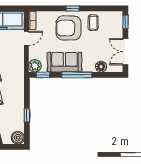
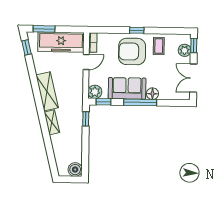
plant: (117, 26) -> (185, 50), added
floor lamp: (101, 67) -> (152, 94), moved
window: (27, 115) -> (86, 119), moved

